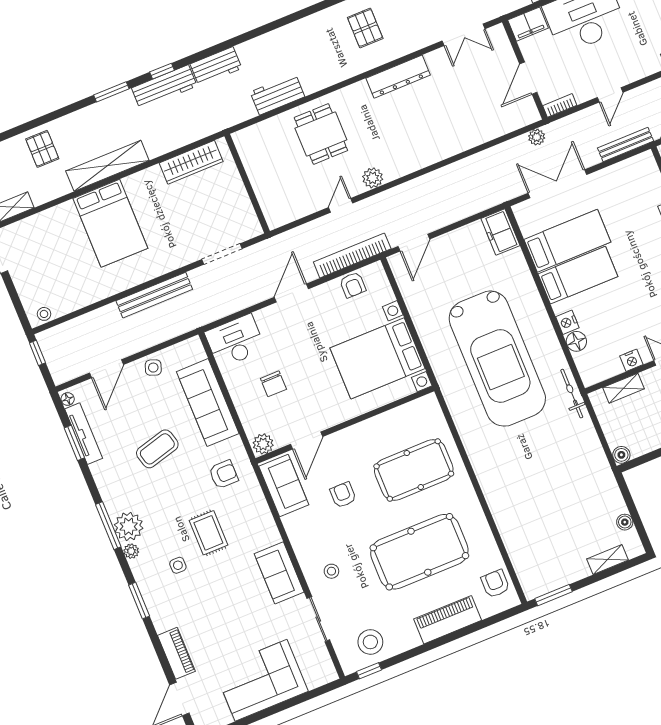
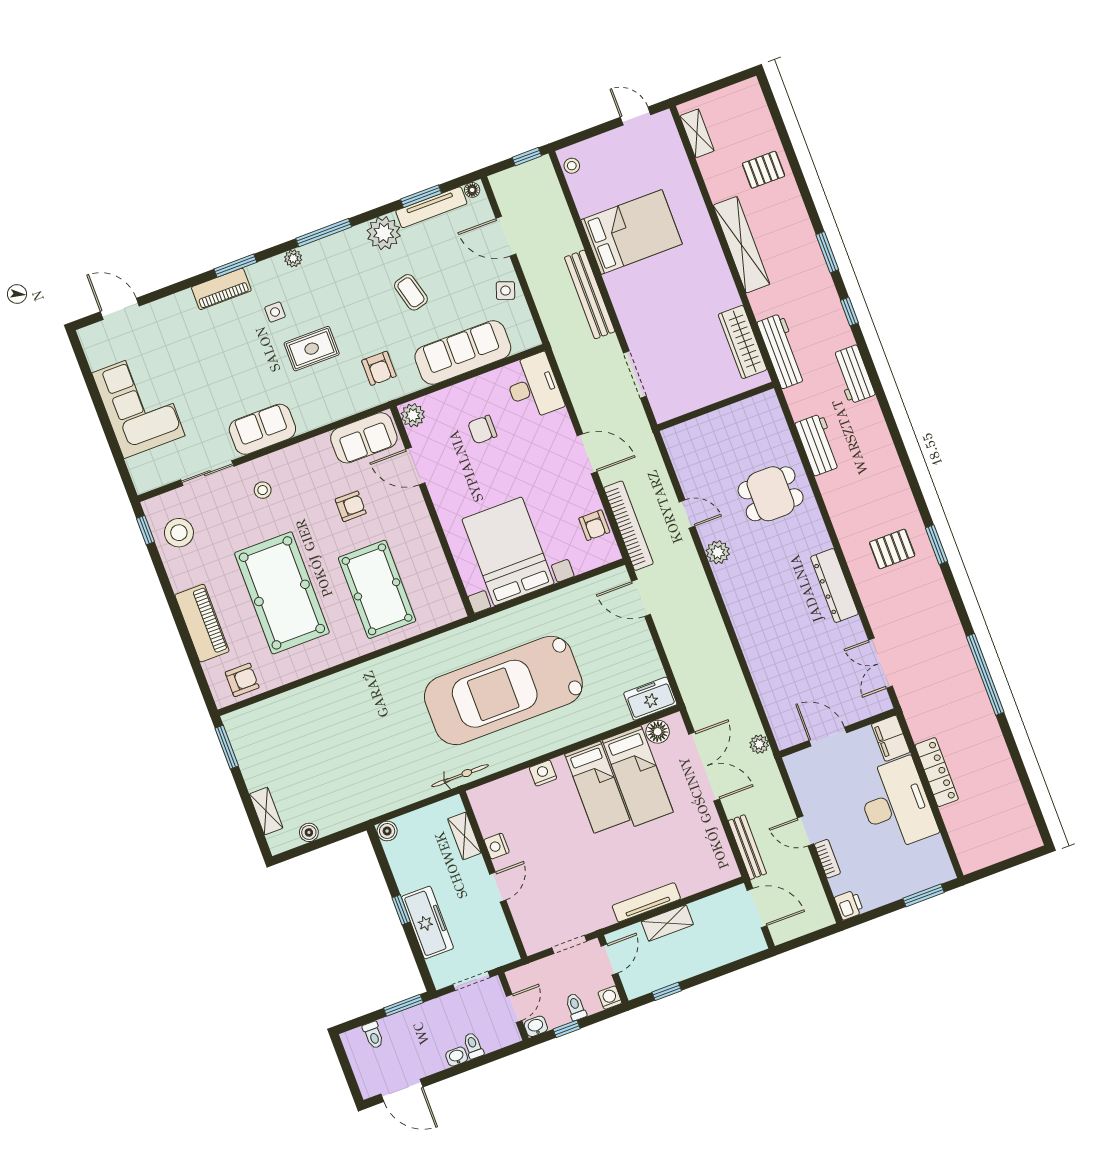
workbench: (164, 87) -> (782, 351), moved, turned 180
bookcase: (560, 105) -> (827, 859), moved
bed: (110, 223) -> (632, 232), moved, turned 180
armchair: (353, 285) -> (594, 525), turned -90
floor lamp: (576, 341) -> (658, 732), moved
coffee table: (157, 449) -> (411, 292), width x0.73, depth x0.77
plant: (129, 526) -> (384, 233), moved
piano: (176, 653) -> (221, 289), moved

